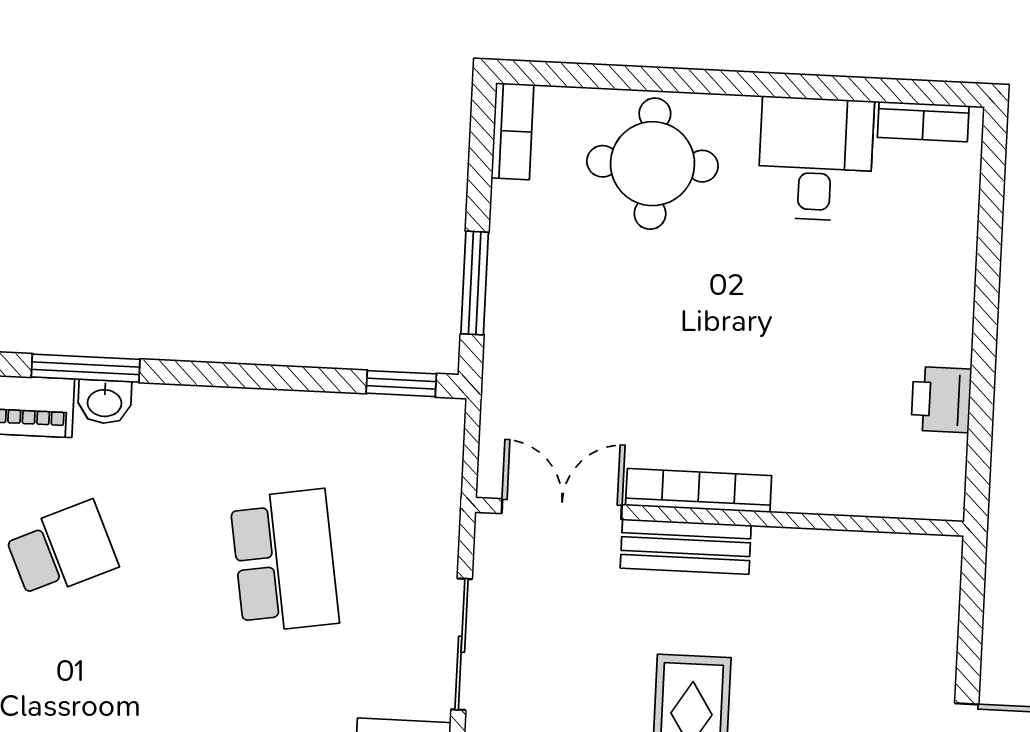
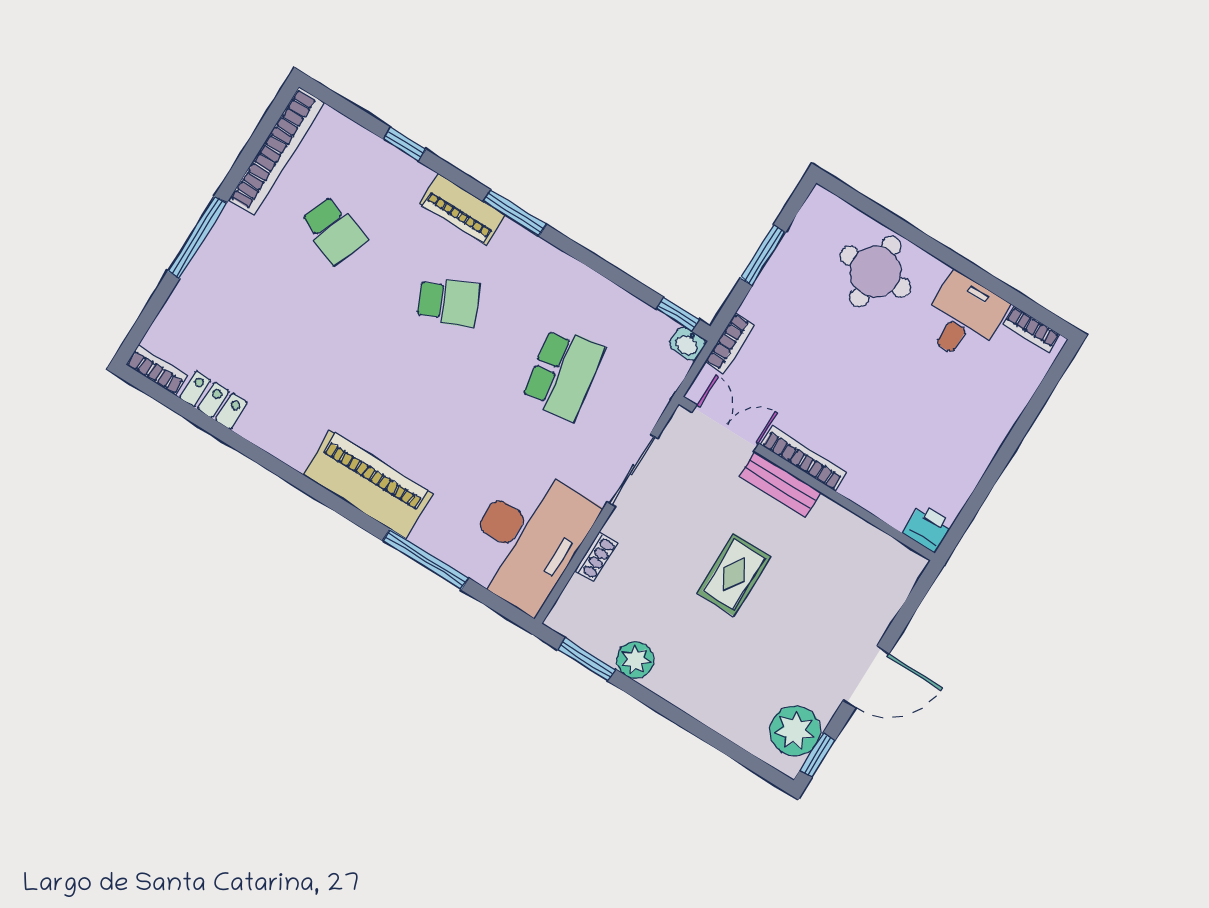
bookcase: (513, 131) -> (730, 343), moved
window: (475, 283) -> (763, 255), moved
printer: (941, 400) -> (928, 528), moved, turned 90
washbasin: (105, 402) -> (687, 344), moved

